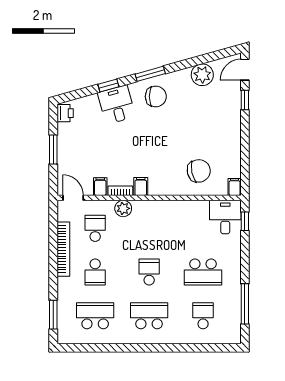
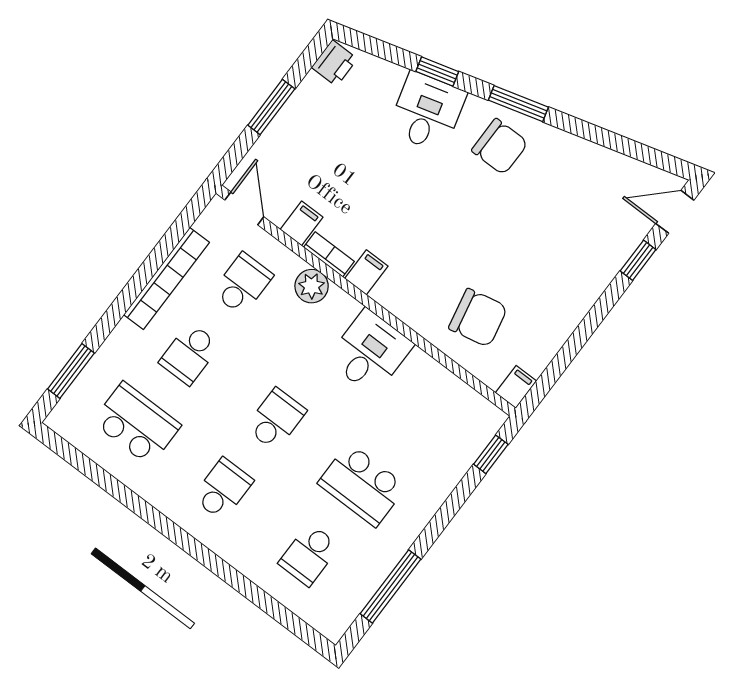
plant: (202, 75) -> (600, 168), removed
desk: (225, 217) -> (370, 352), moved
school desk: (149, 316) -> (223, 489), width x0.54
school desk: (203, 316) -> (309, 555), turned 180

